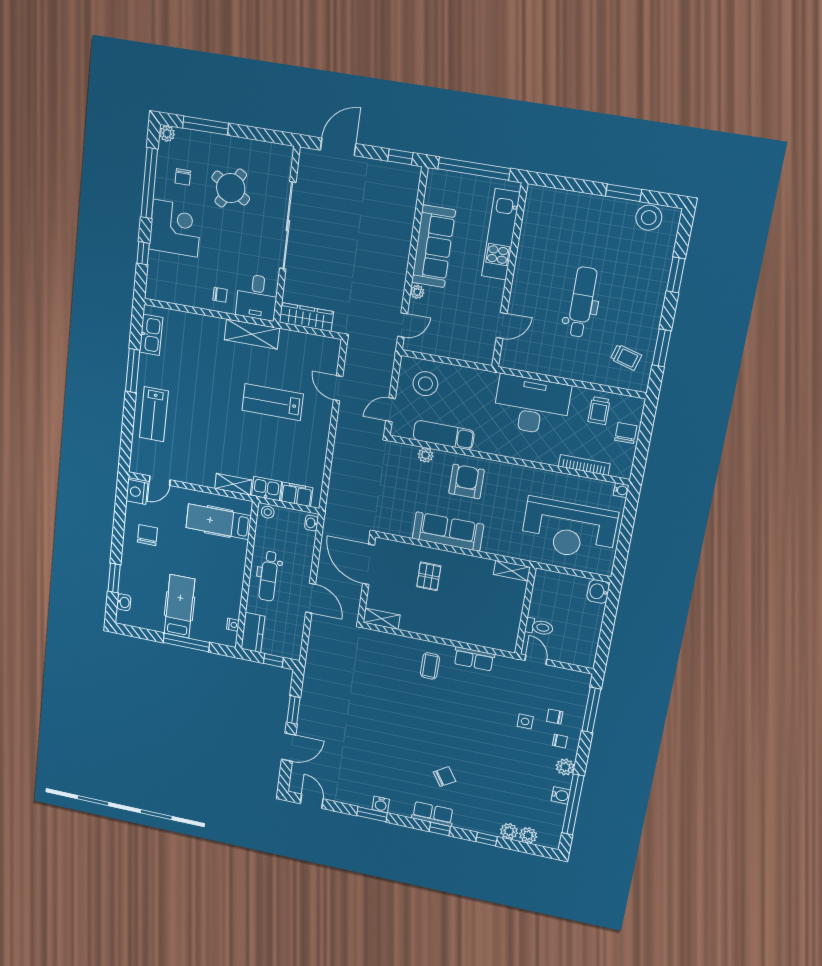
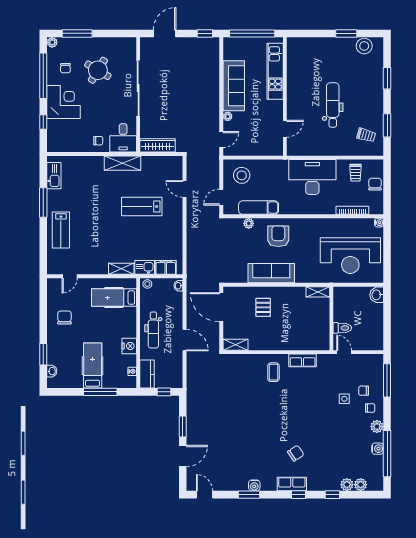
nightstand: (137, 492) -> (129, 346), moved, turned 180

